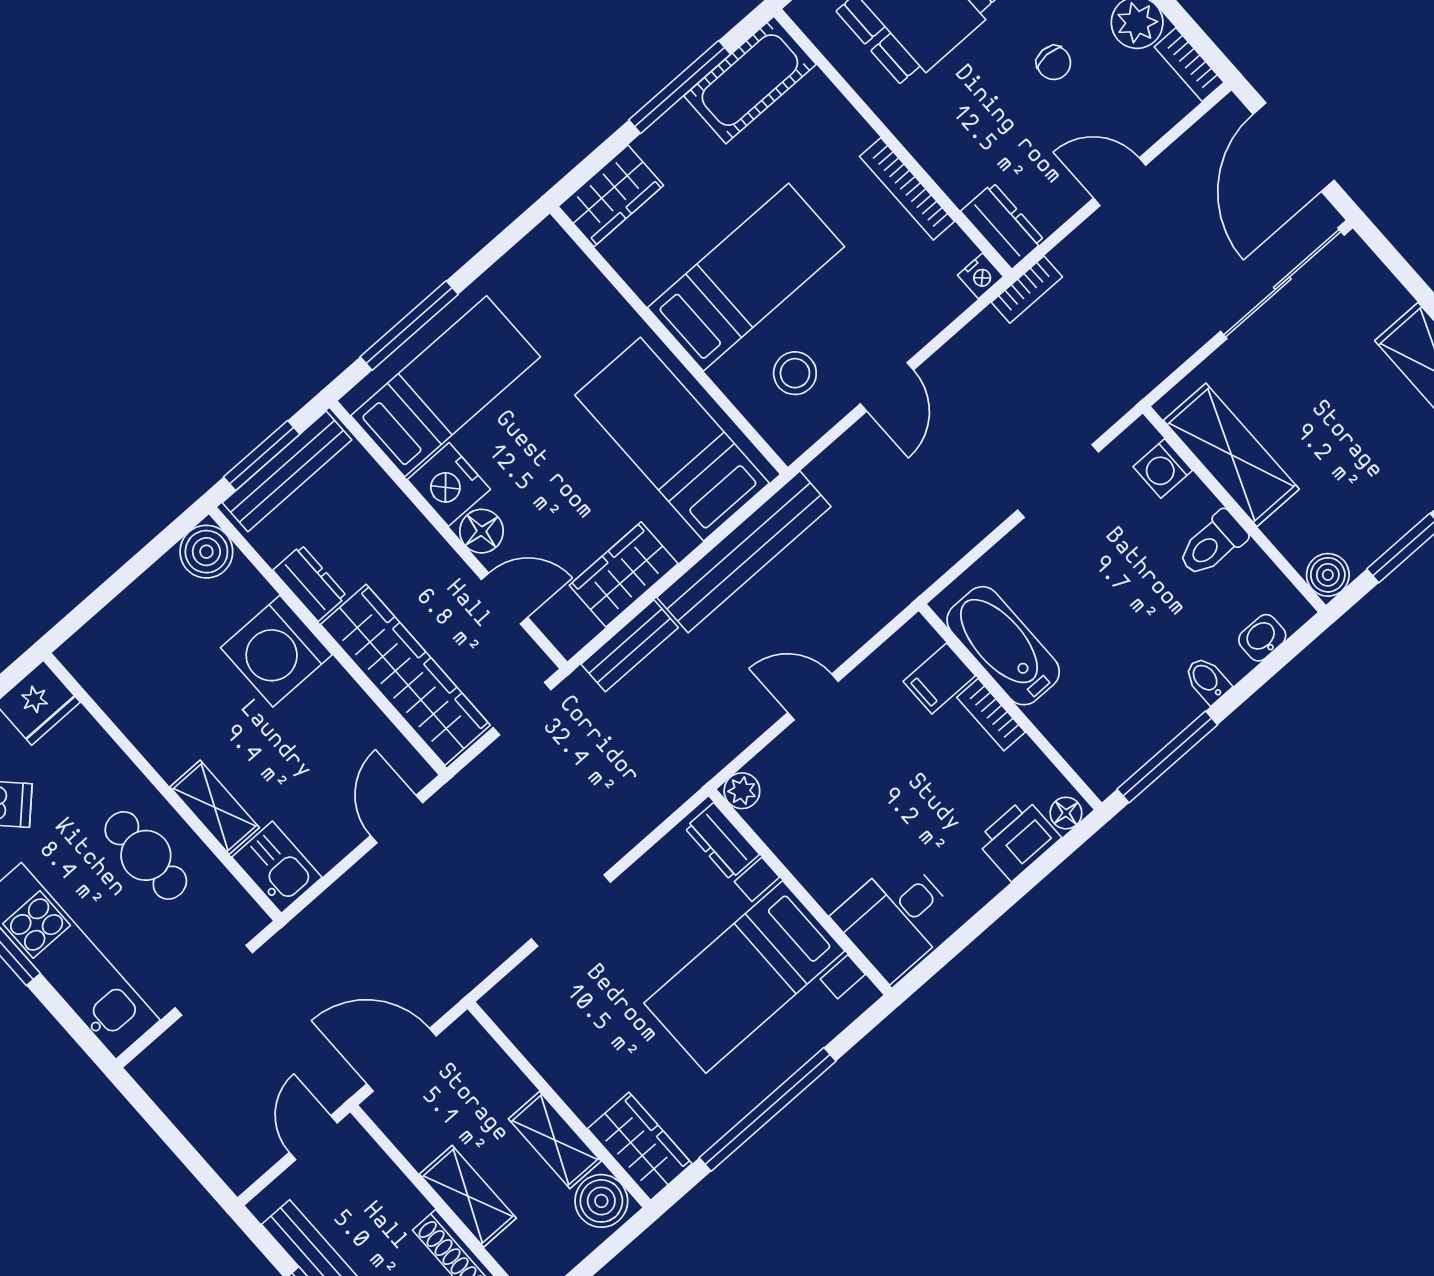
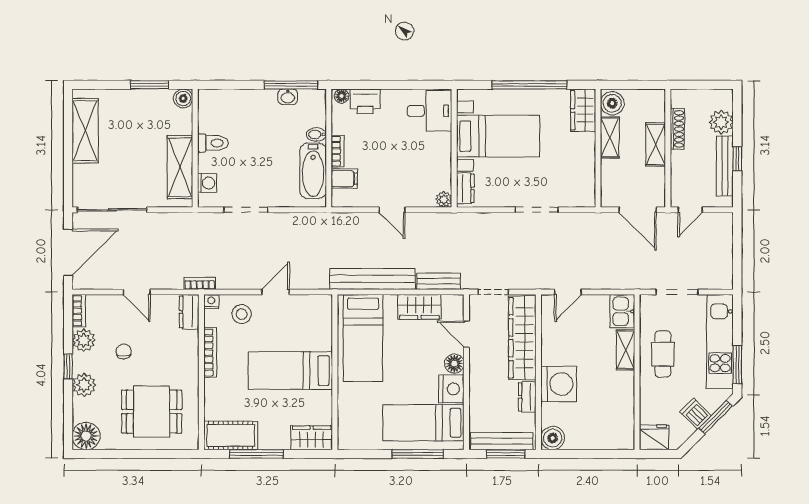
stool: (795, 373) -> (242, 314), moved
washbasin: (1262, 638) -> (288, 97), moved
bidet: (1207, 680) -> (316, 134), moved, turned 90

